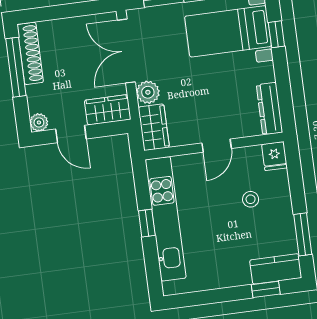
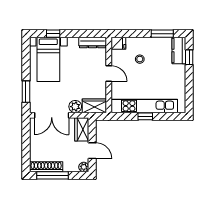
door: (71, 134) -> (92, 151), hinge flipped

